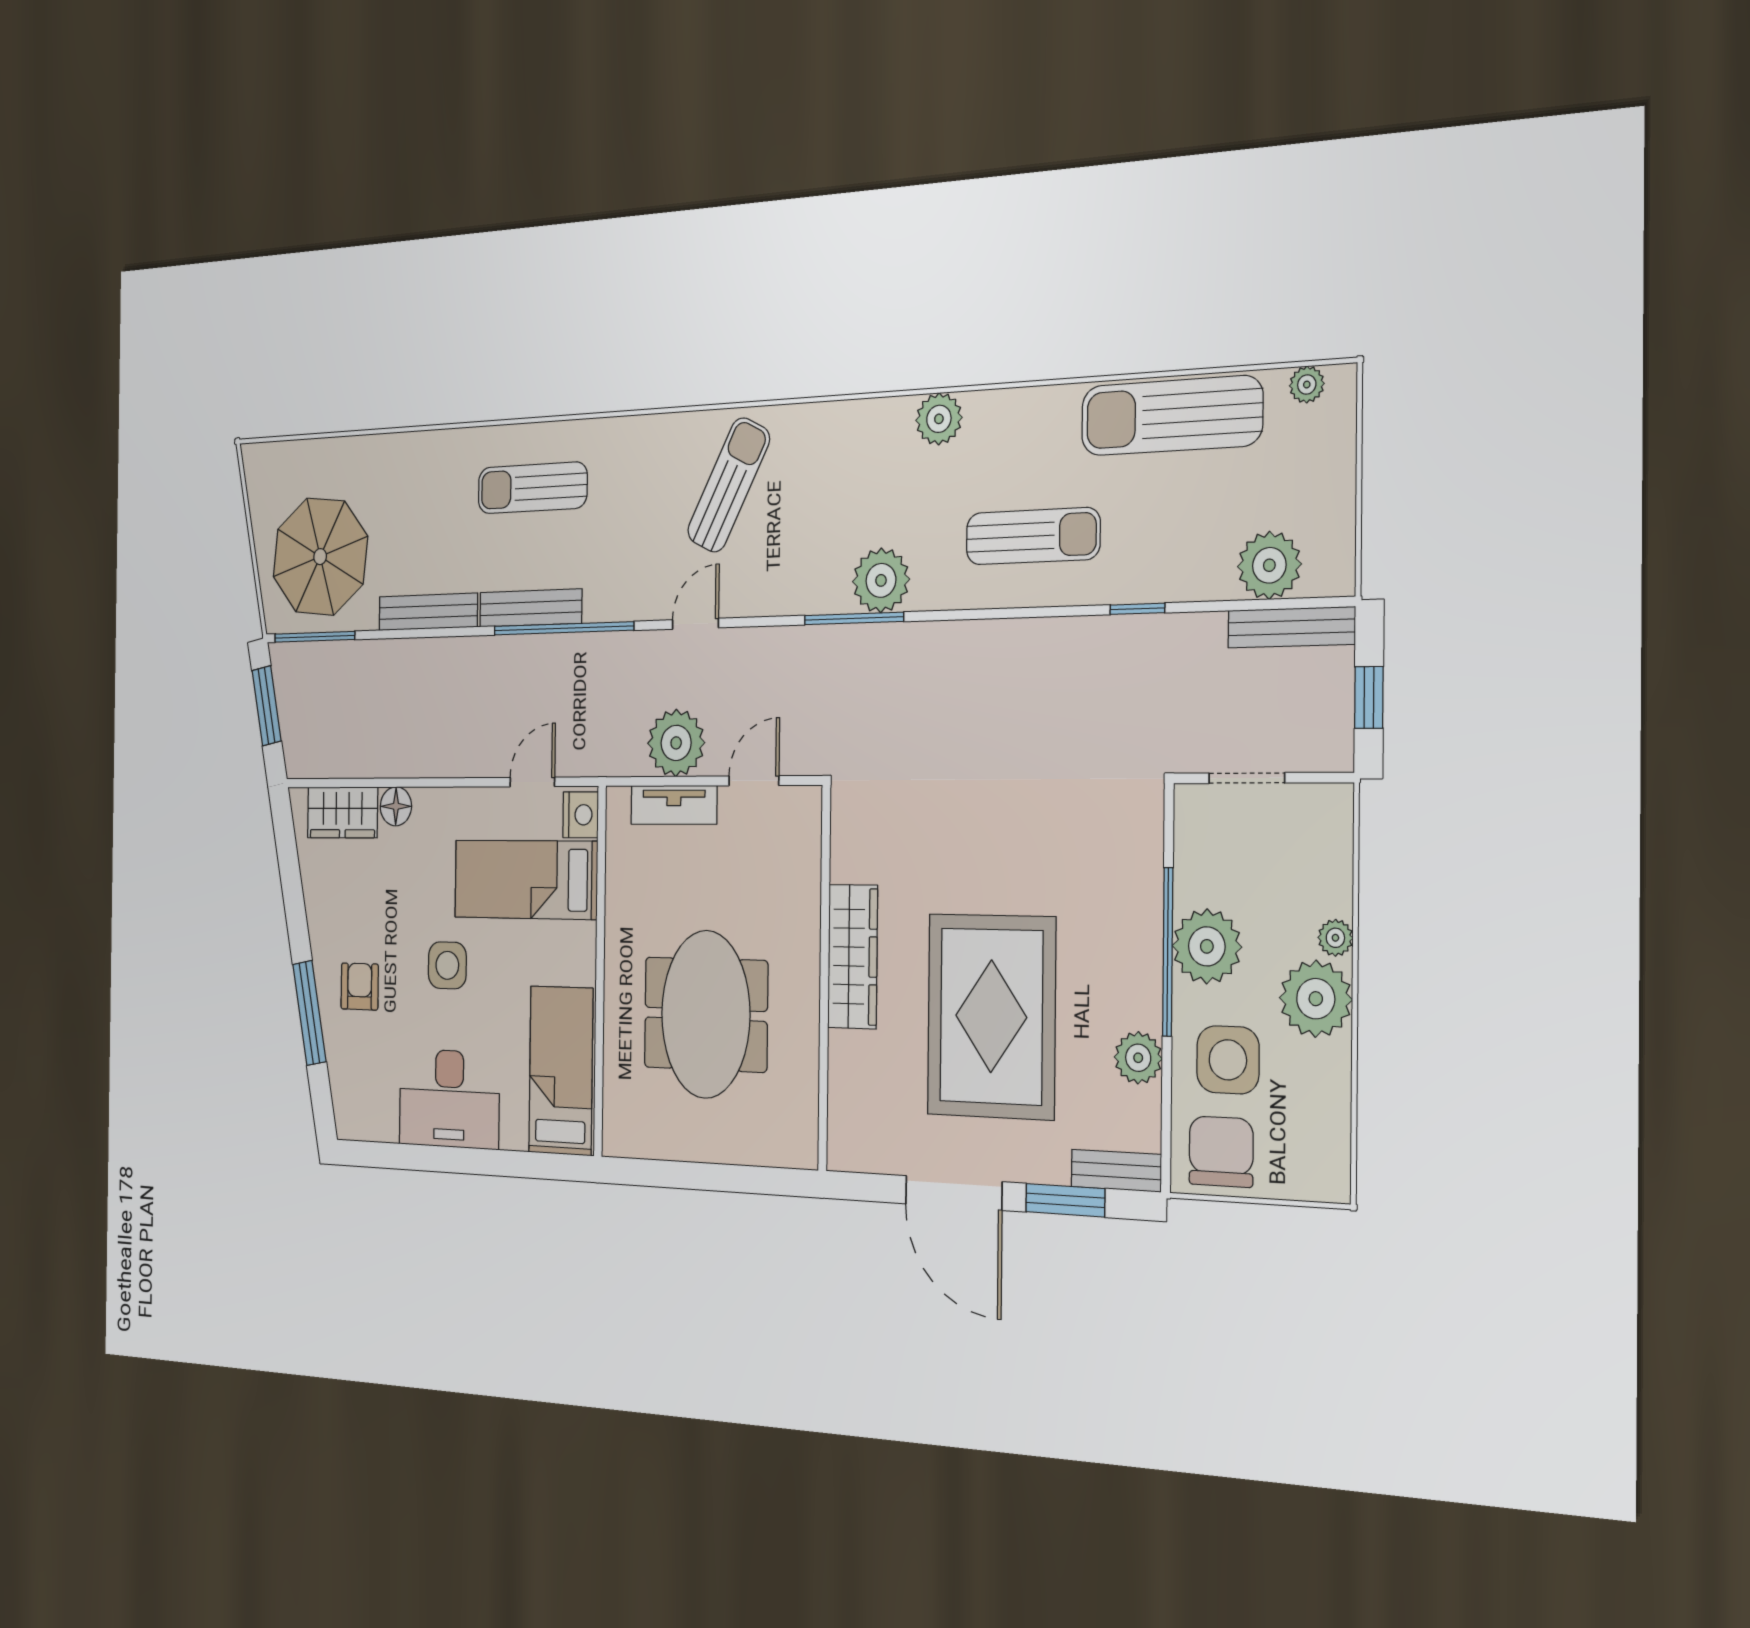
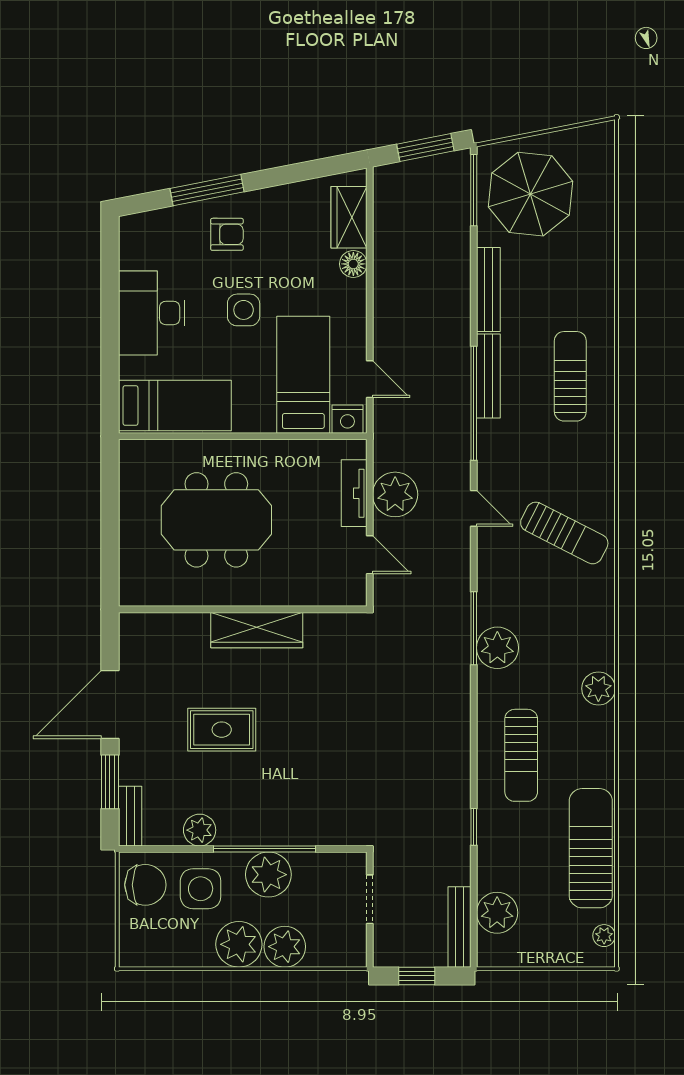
plant: (1335, 938) -> (285, 947), width x1.88, depth x1.88
rug: (991, 1016) -> (222, 730), width x0.54, depth x0.49

